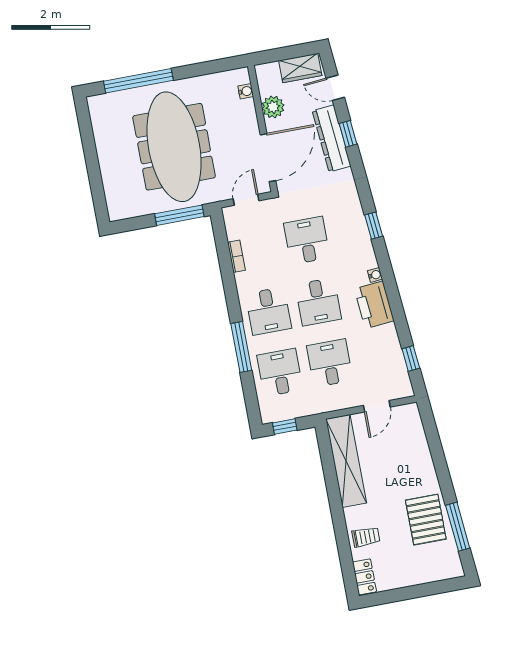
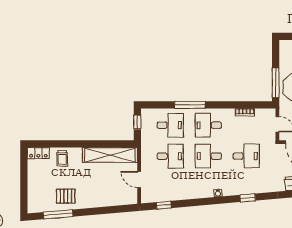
printer: (374, 305) -> (200, 189), removed
pallet: (426, 520) -> (66, 196), width x0.67, depth x0.71

